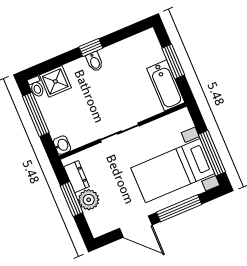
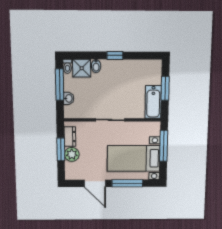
bidet: (95, 62) -> (96, 66), moved
washbasin: (62, 145) -> (69, 98), moved
window: (212, 153) -> (164, 146), moved

